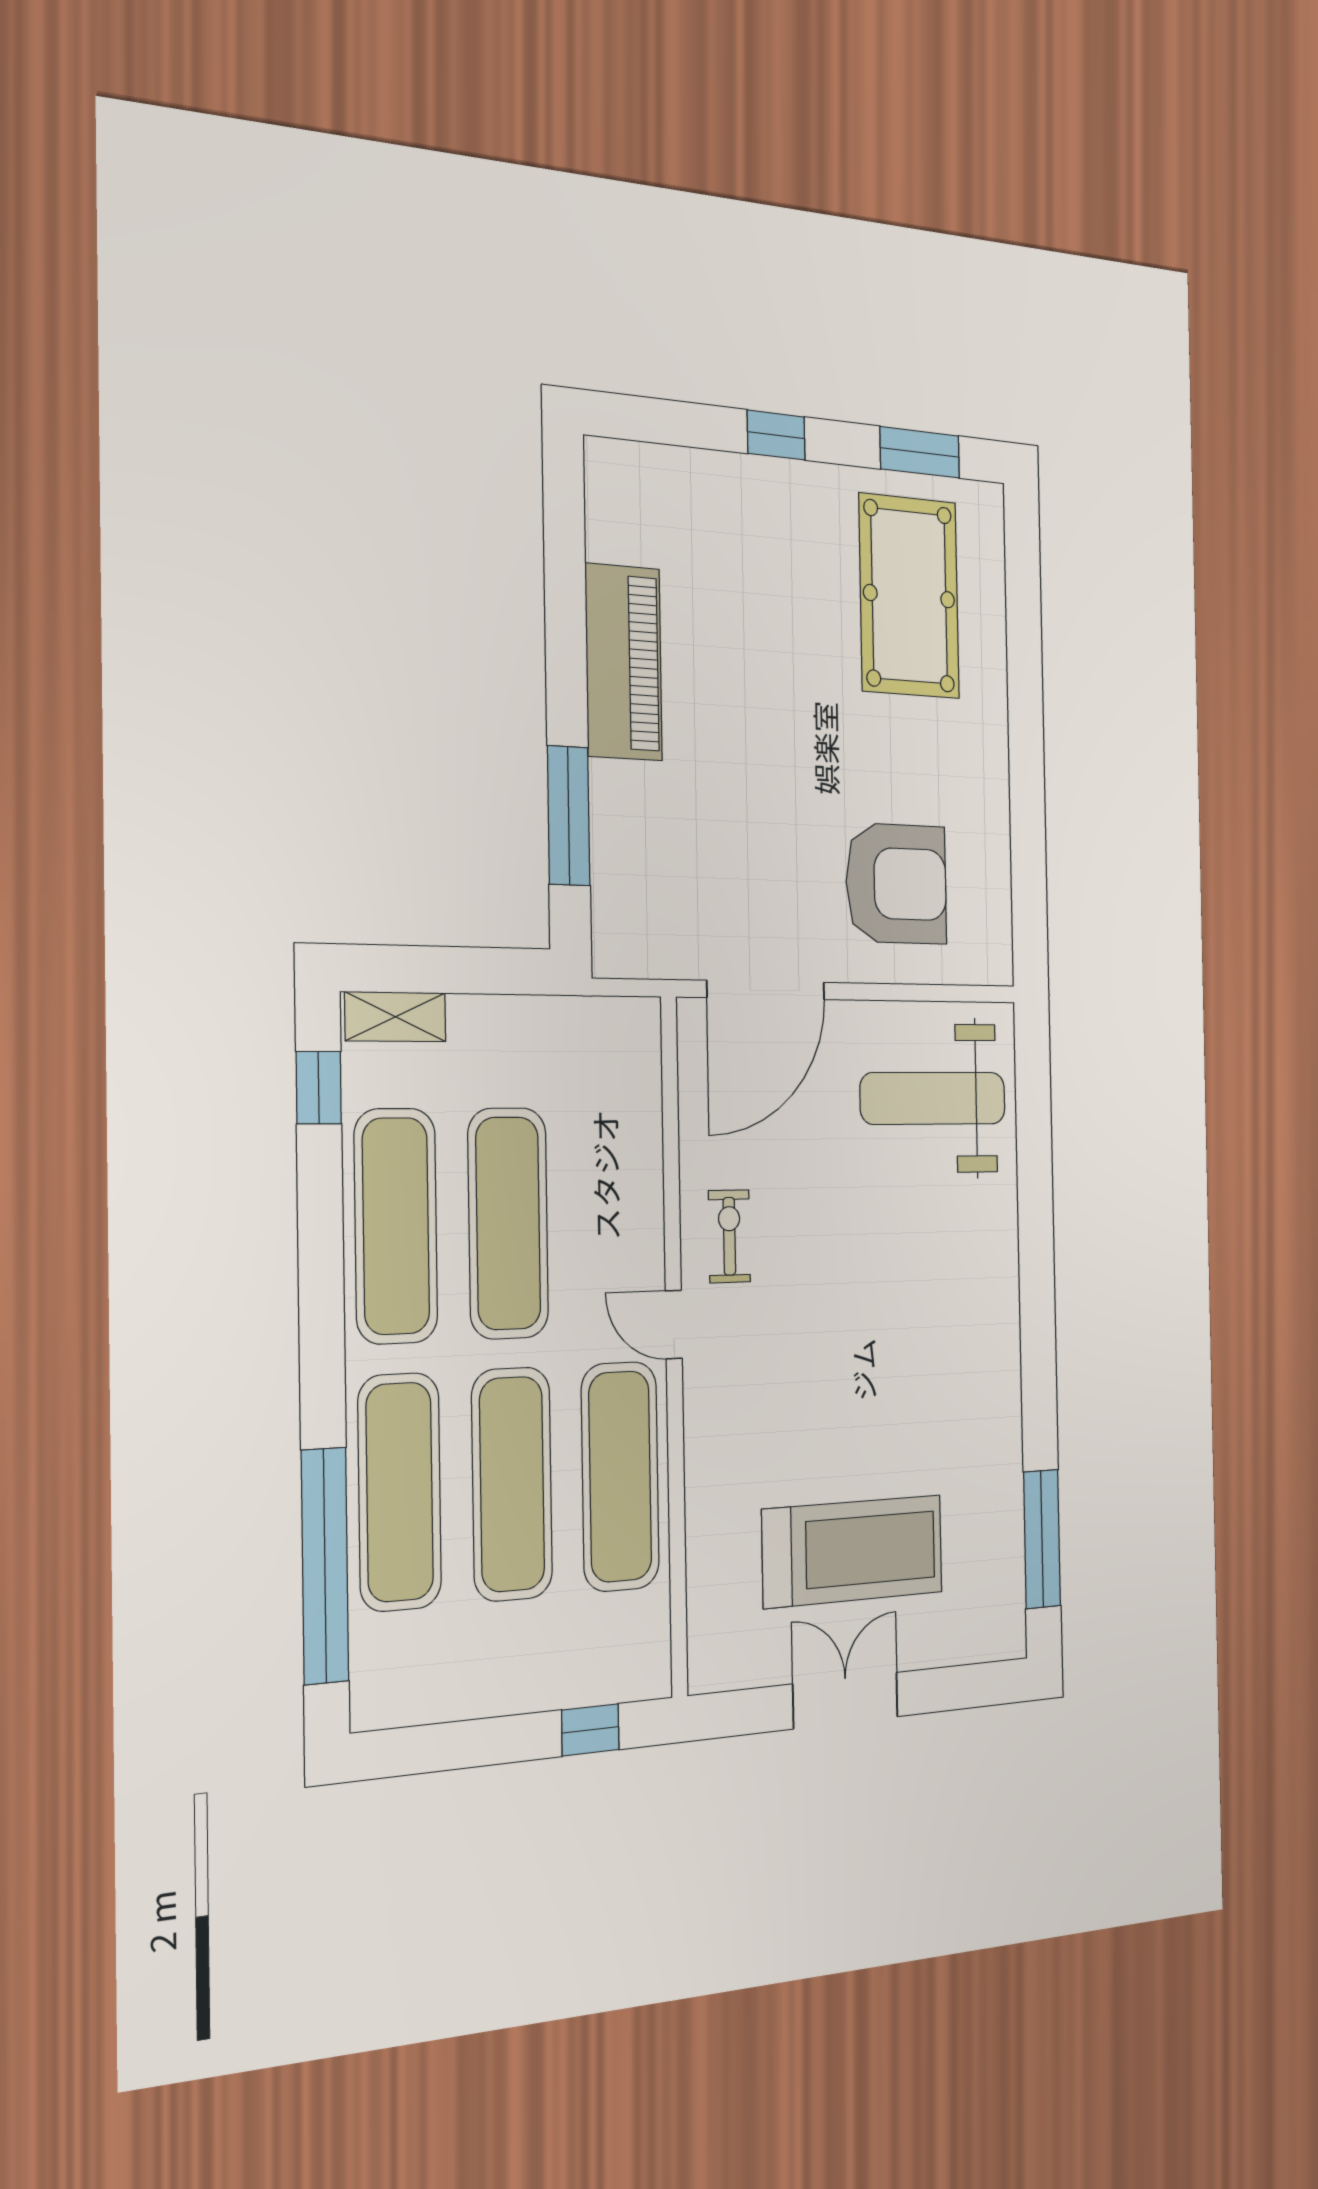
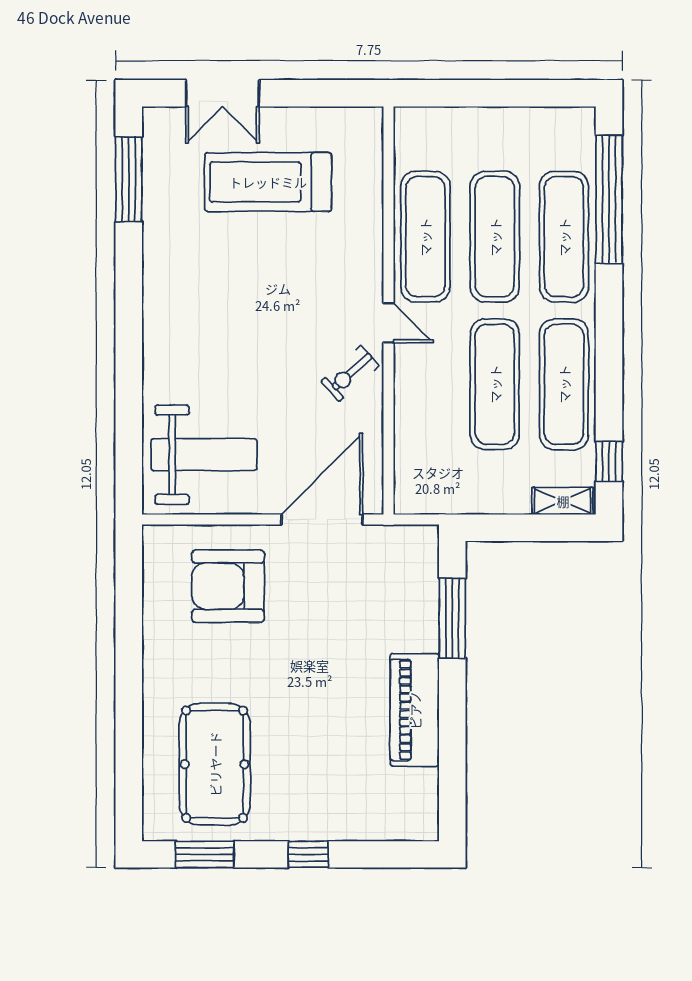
exercise bike: (729, 1236) -> (350, 373), turned 48
double door: (846, 1700) -> (223, 93), moved
window: (590, 1730) -> (447, 93), removed

